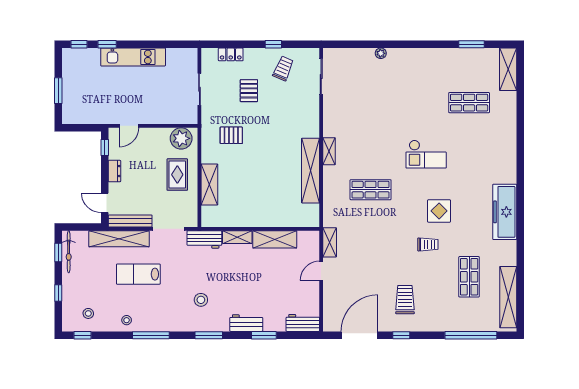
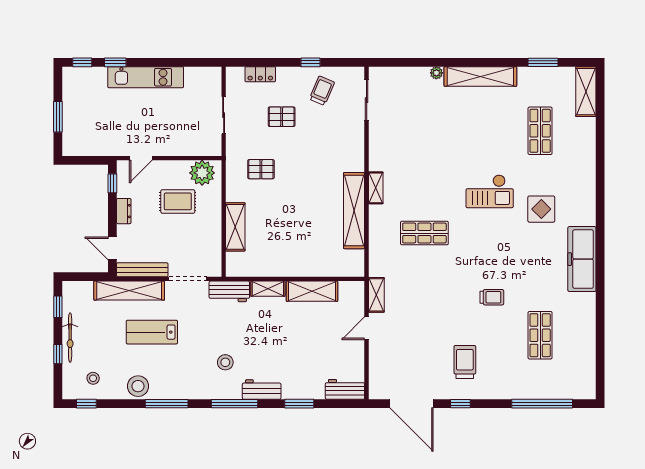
pallet: (249, 91) -> (282, 117), turned 90
shop shelf: (469, 103) -> (540, 131), turned 90
rug: (177, 175) -> (178, 201), moved, turned 90
display table: (439, 211) -> (541, 209), moved
bicycle: (69, 252) -> (70, 338), moved
shelving: (508, 297) -> (480, 76), moved, turned 90
stool: (127, 320) -> (138, 386), width x1.89, depth x1.89
workbench: (246, 323) -> (262, 390), moved
window: (209, 335) -> (235, 404), width x1.44
door: (360, 335) -> (412, 404), swing flipped

